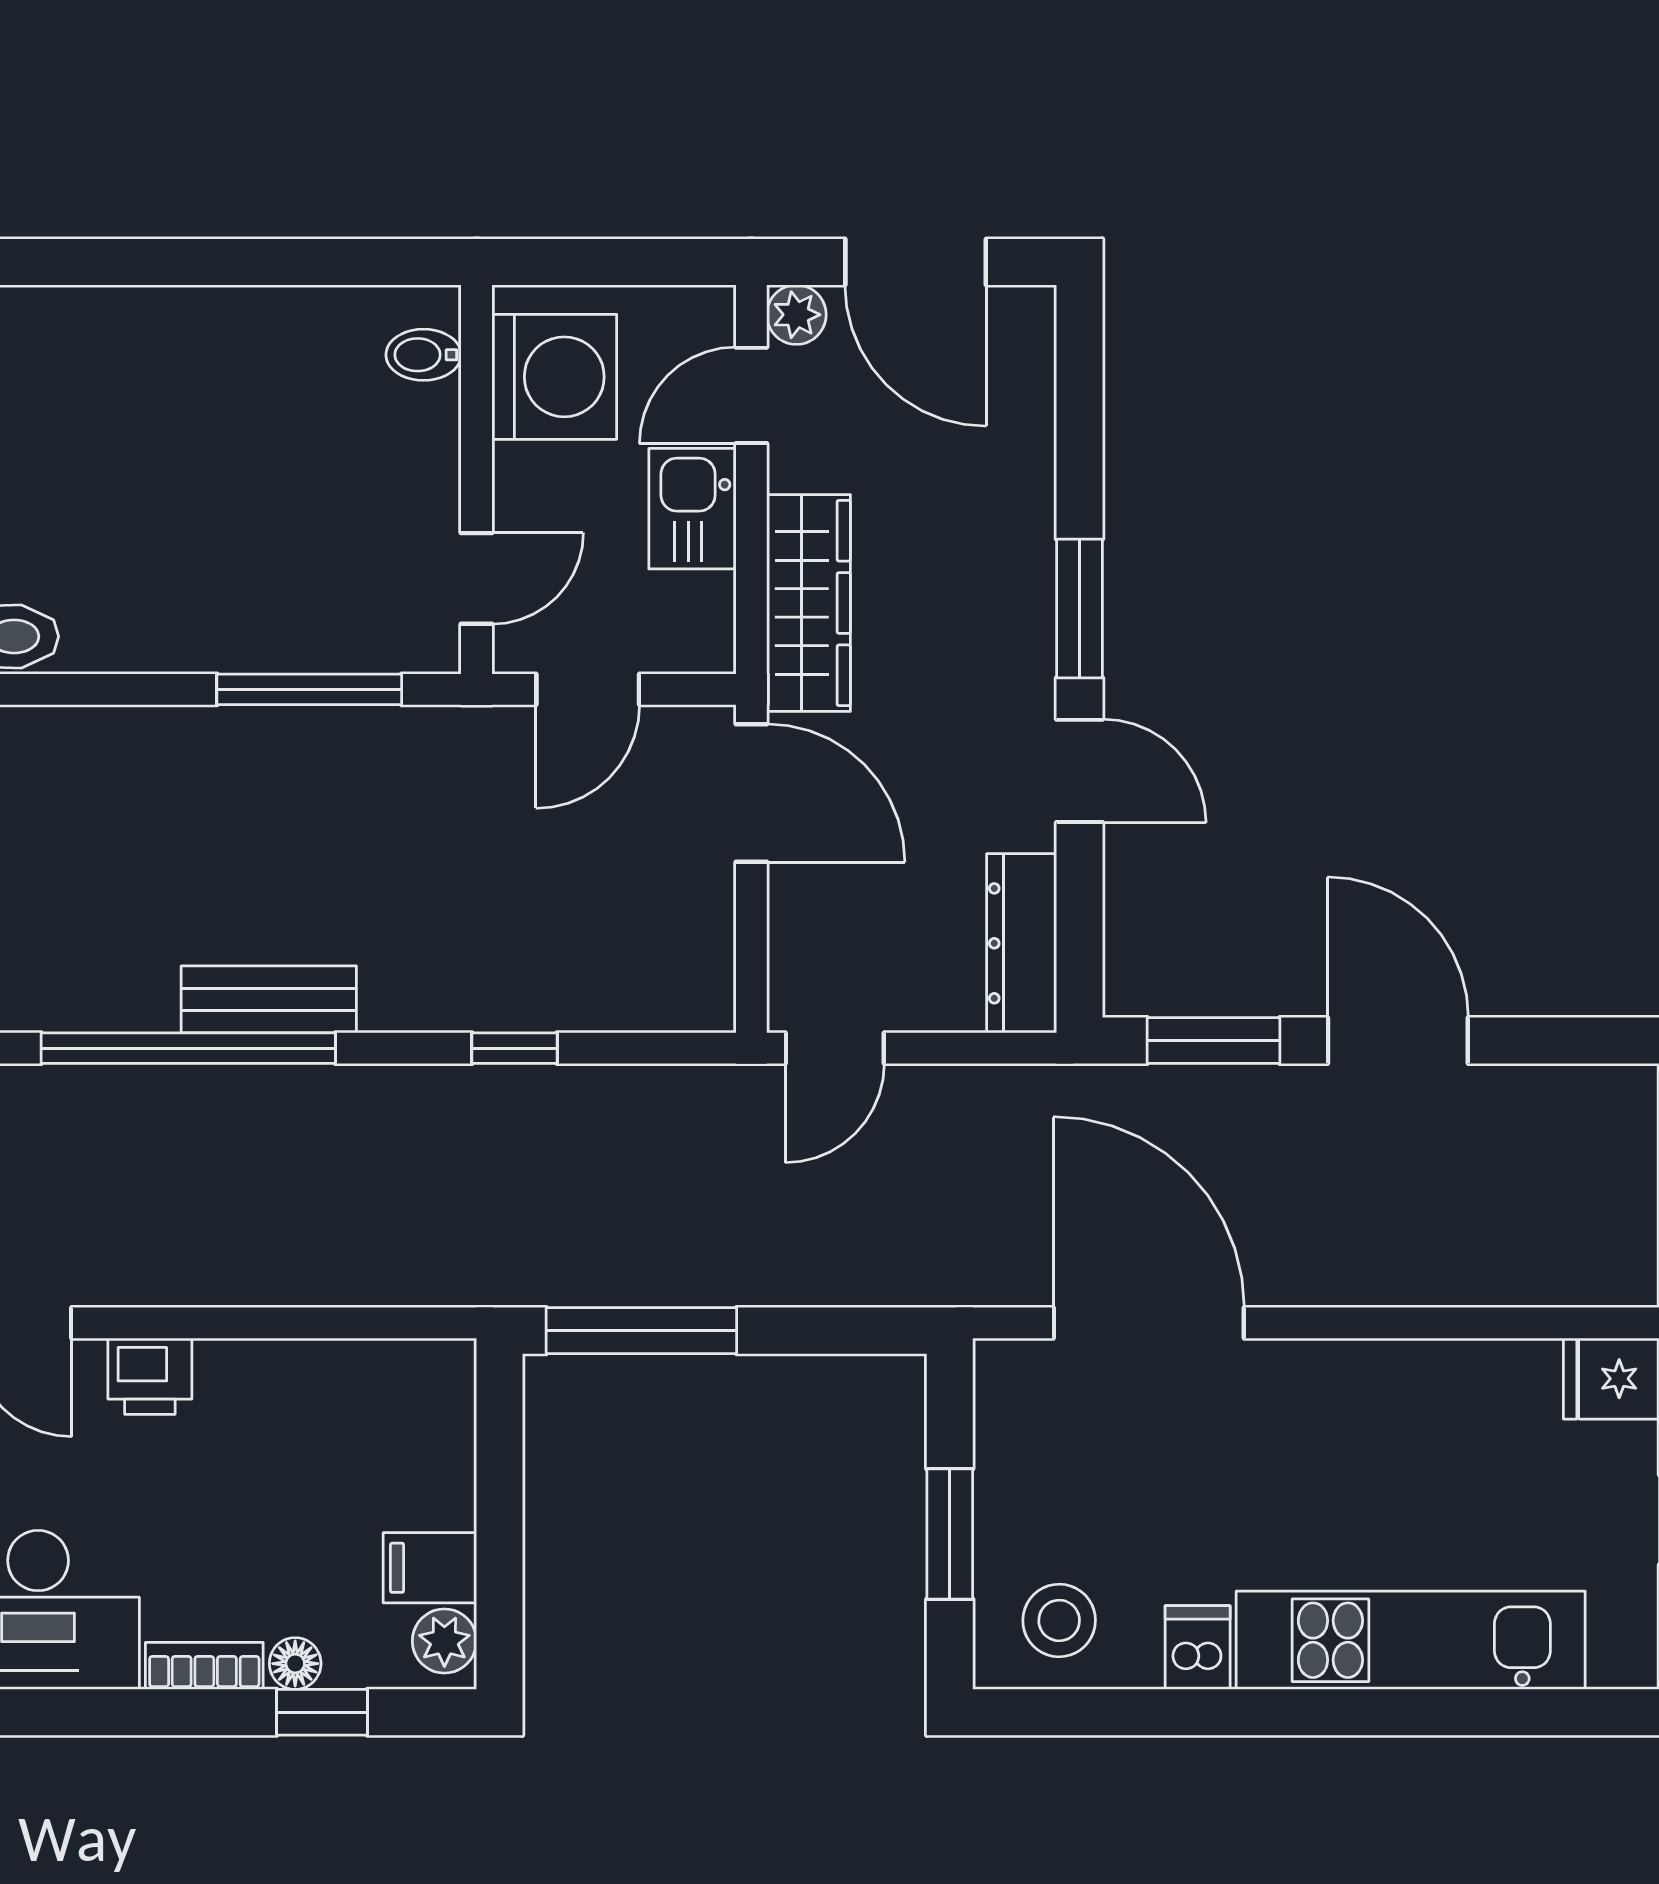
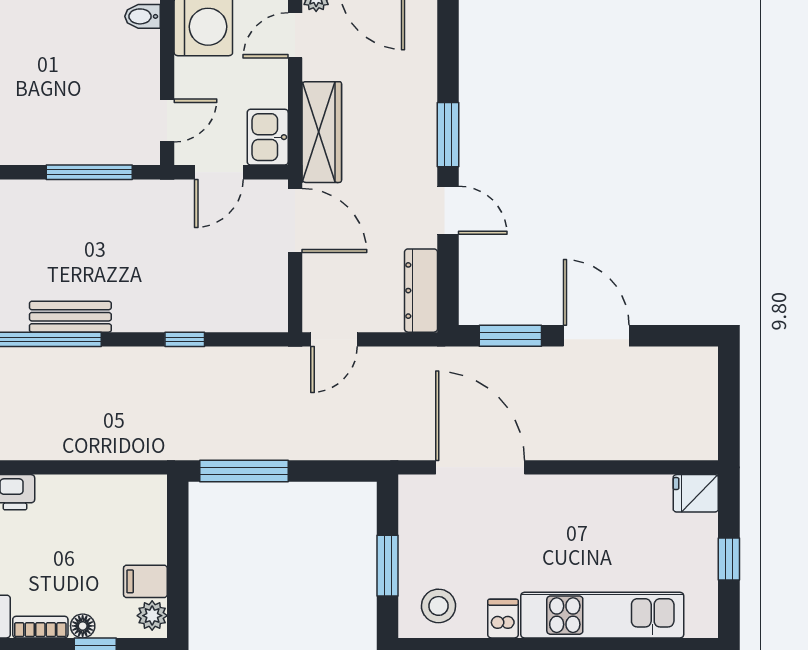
kitchen sink: (692, 509) -> (268, 137), moved

